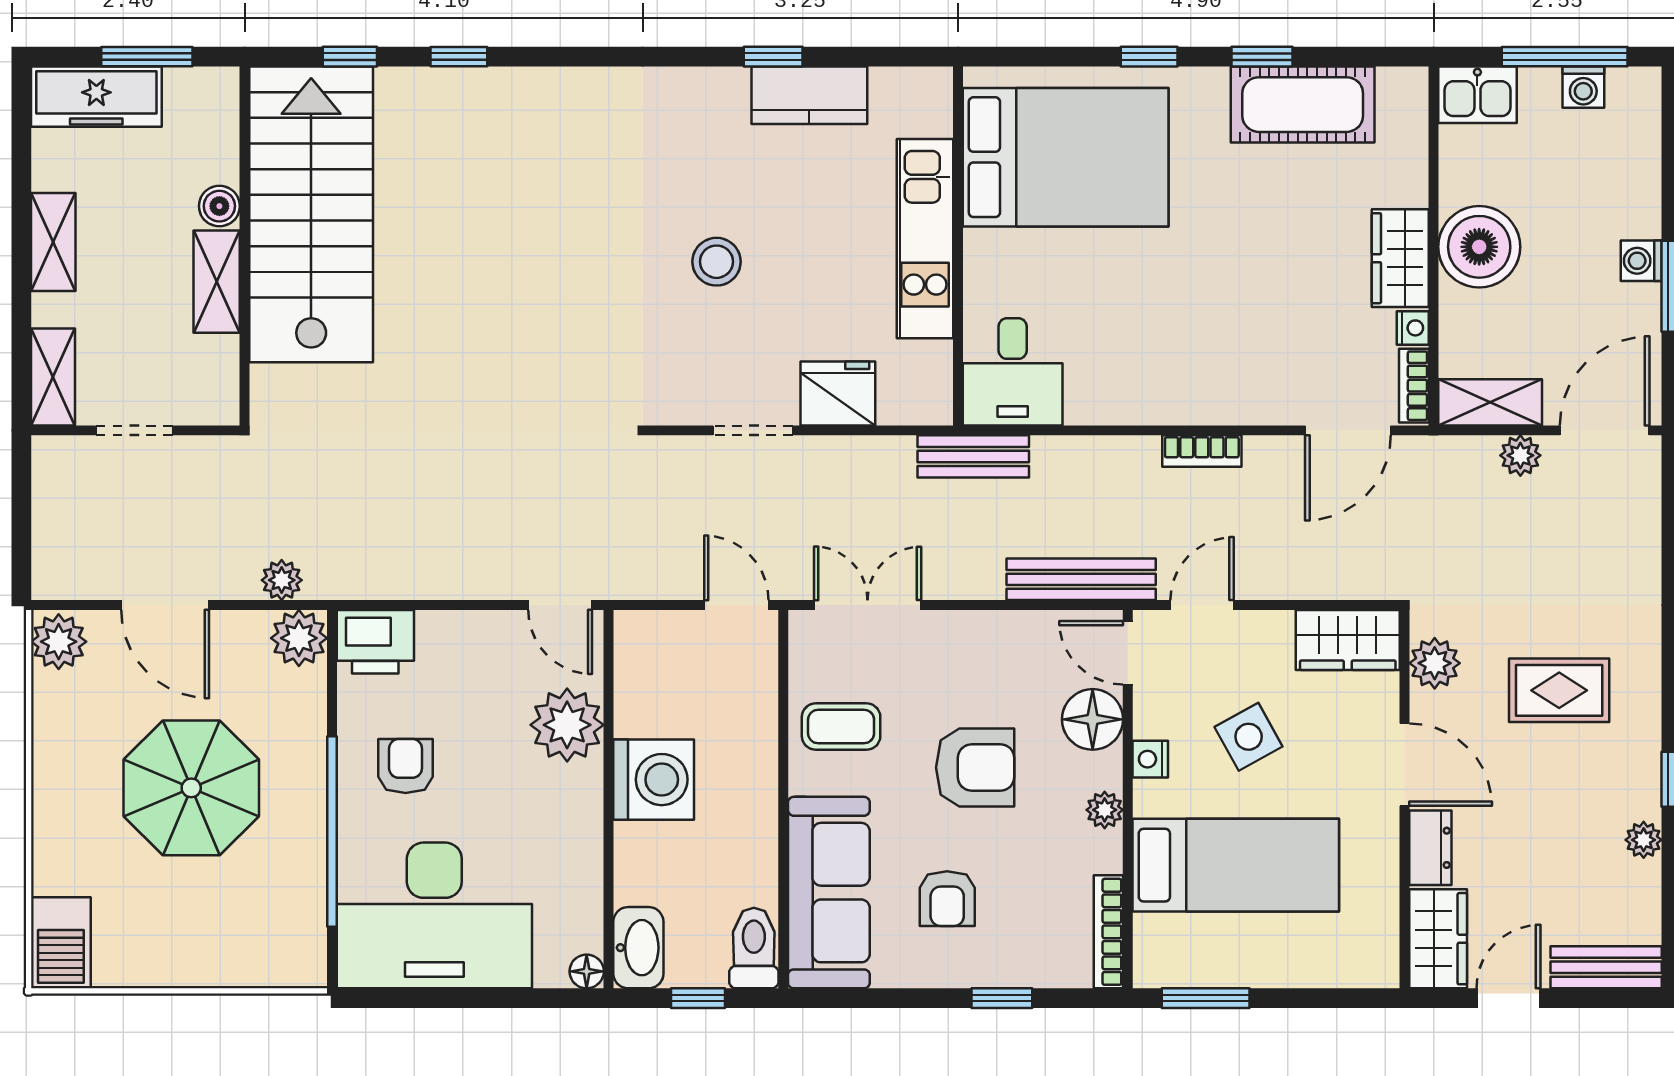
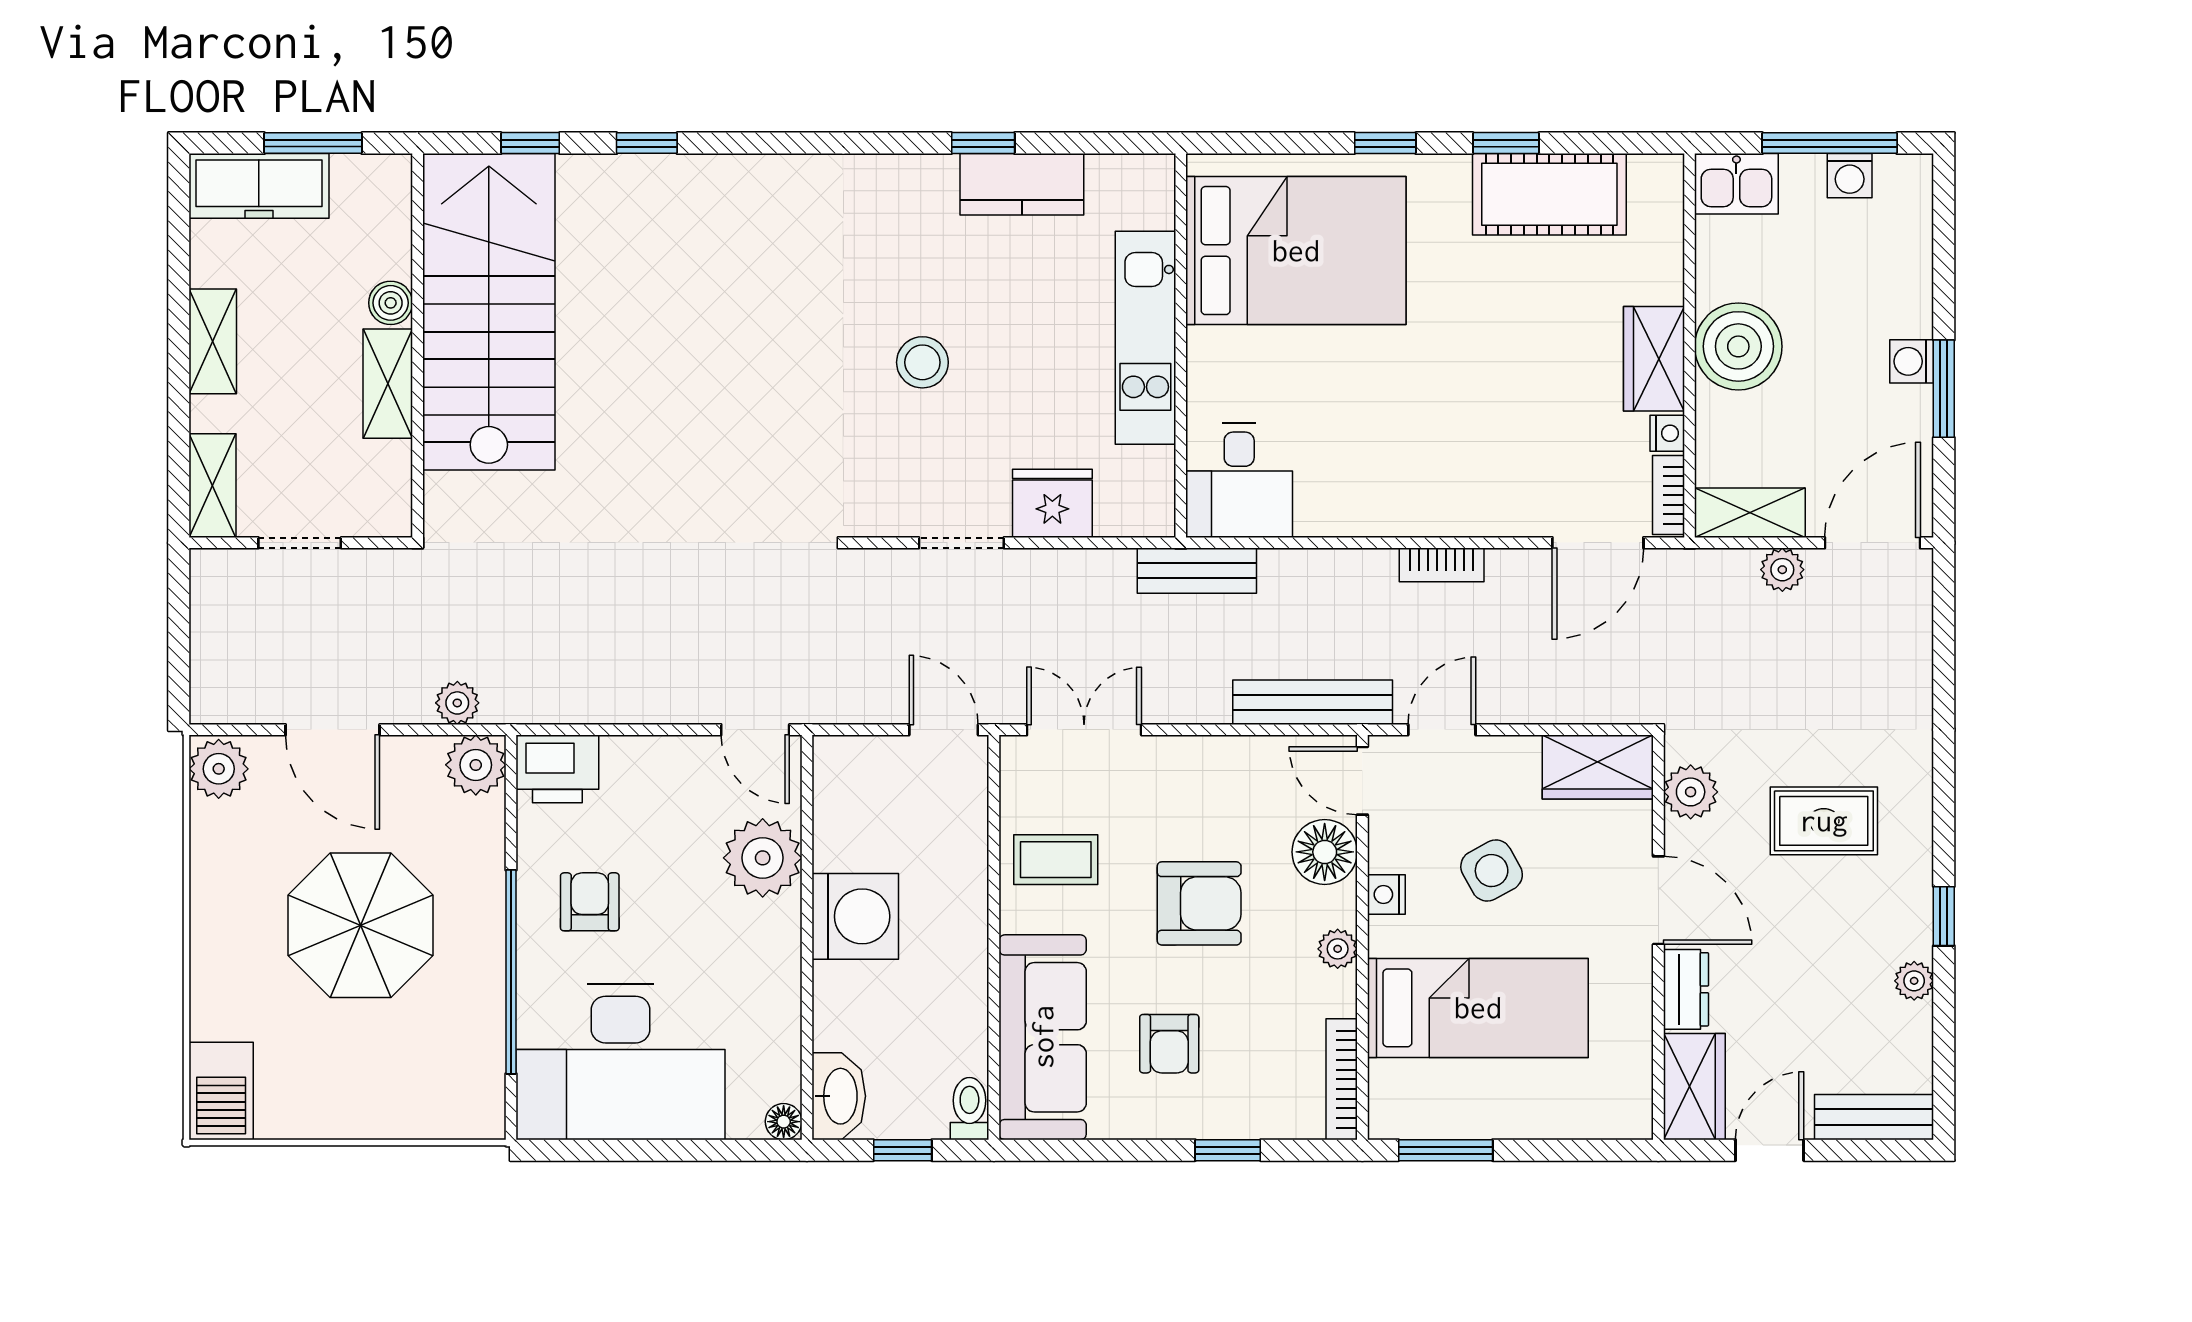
toilet: (754, 948) -> (969, 1109), width x0.73, depth x0.72

